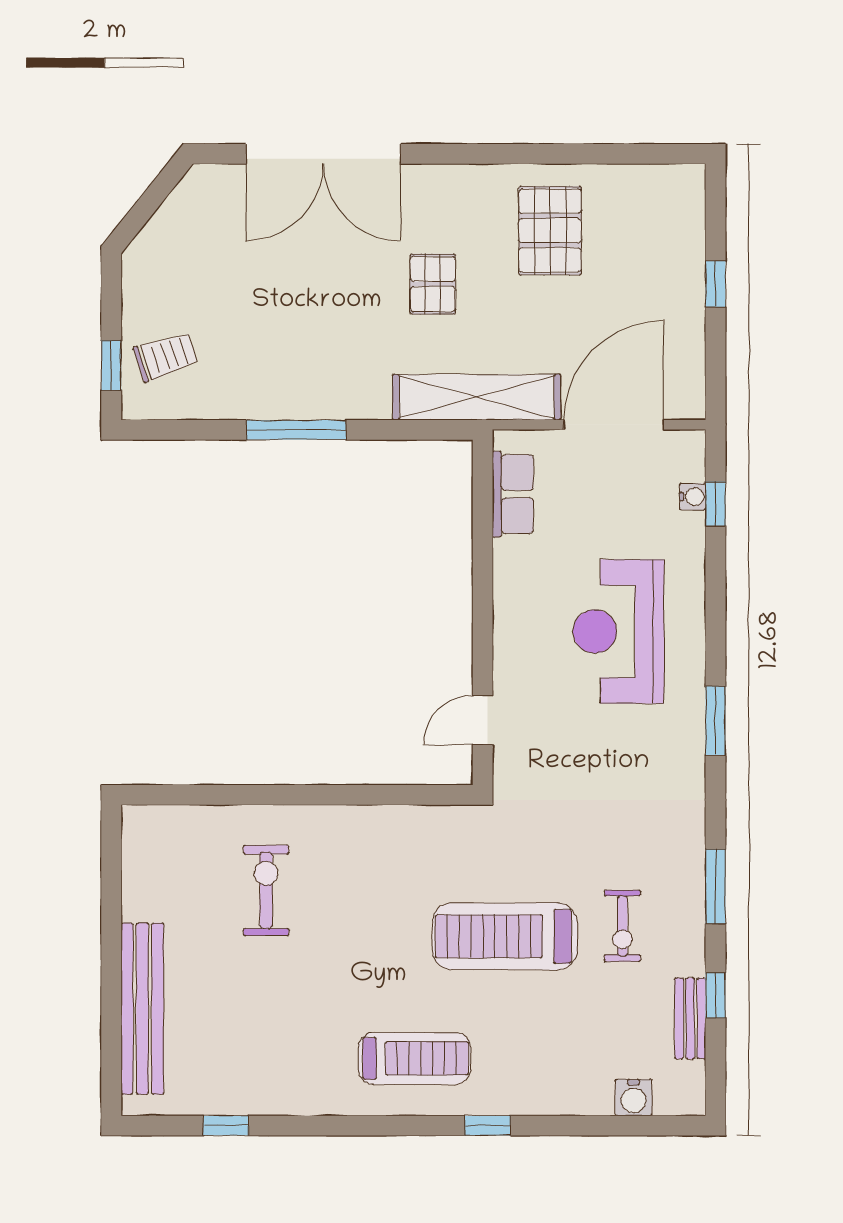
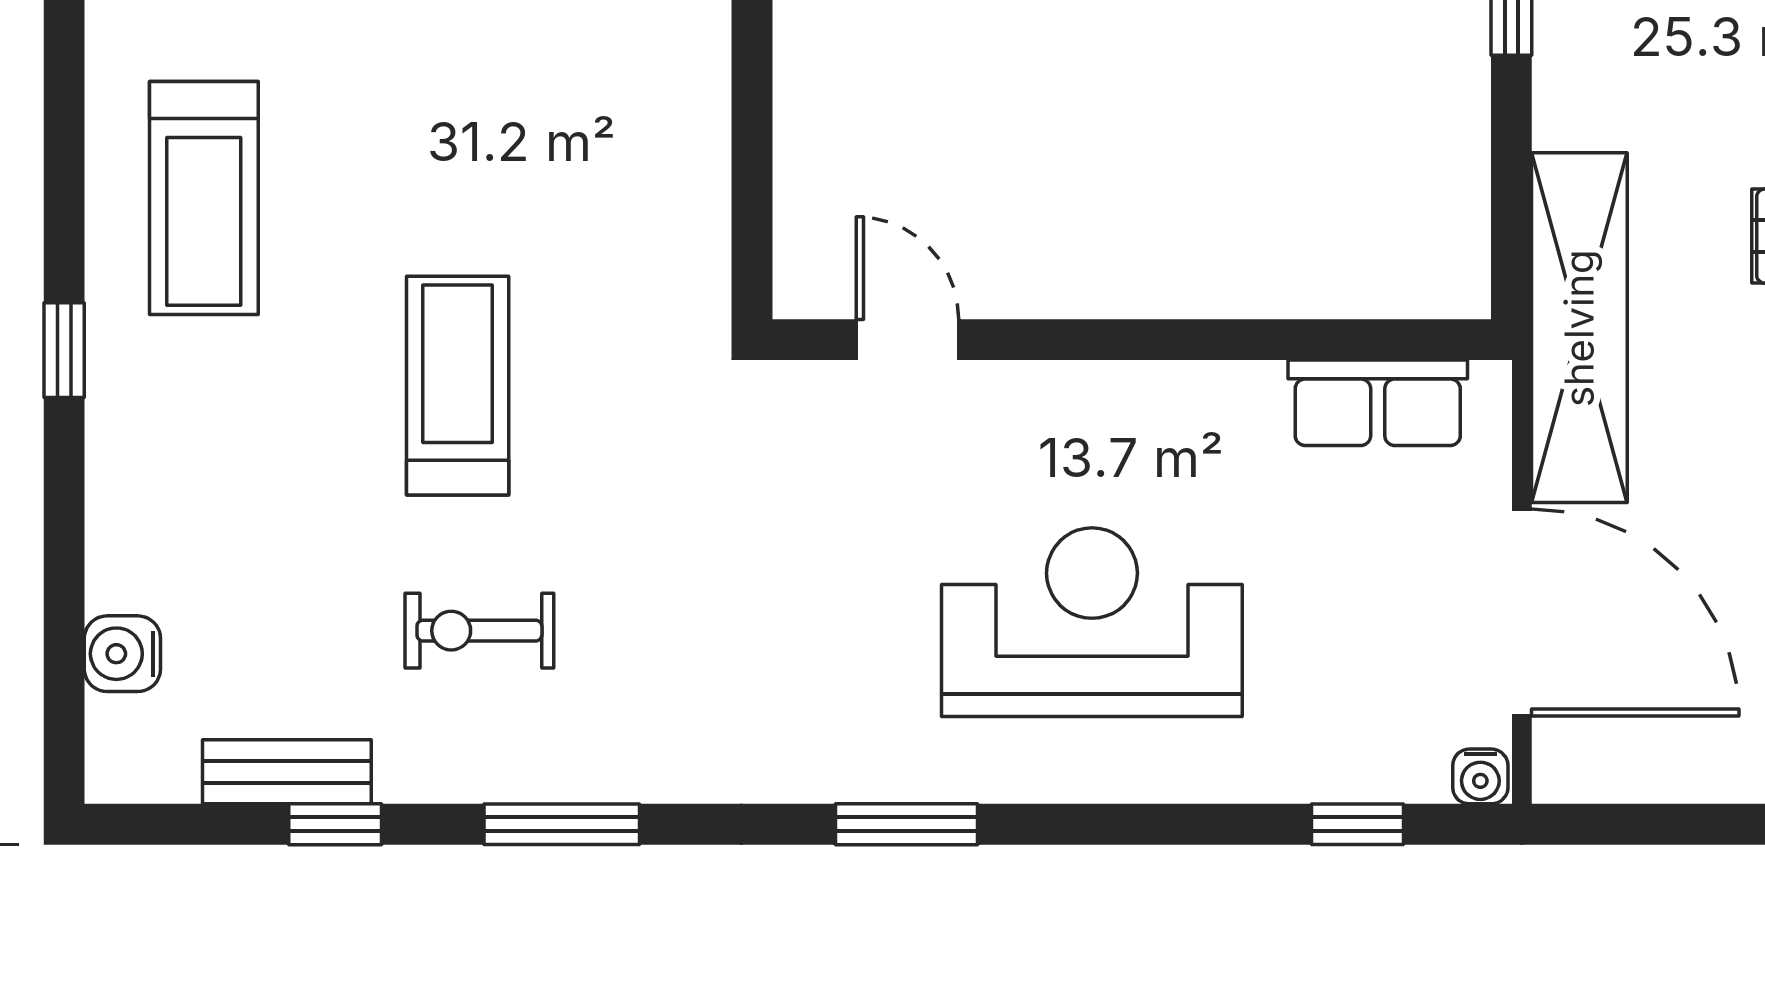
water cooler: (693, 497) -> (1480, 776), moved
treadmill: (505, 936) -> (458, 386), width x0.73, depth x0.73

